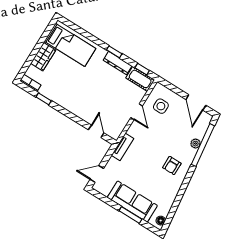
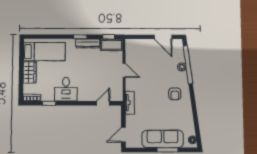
desk: (68, 95) -> (66, 89), added
side table: (161, 106) -> (139, 55), removed
door: (96, 131) -> (103, 103), hinge flipped

